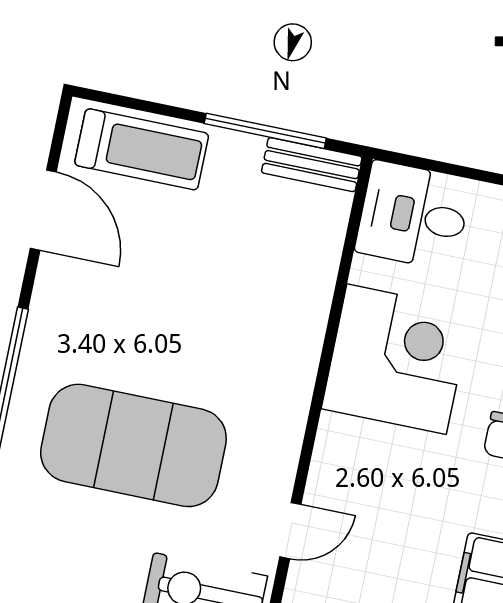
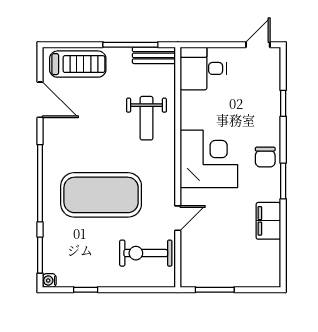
weight bench: (267, 299) -> (146, 118), added
corner desk: (397, 359) -> (209, 159), moved

